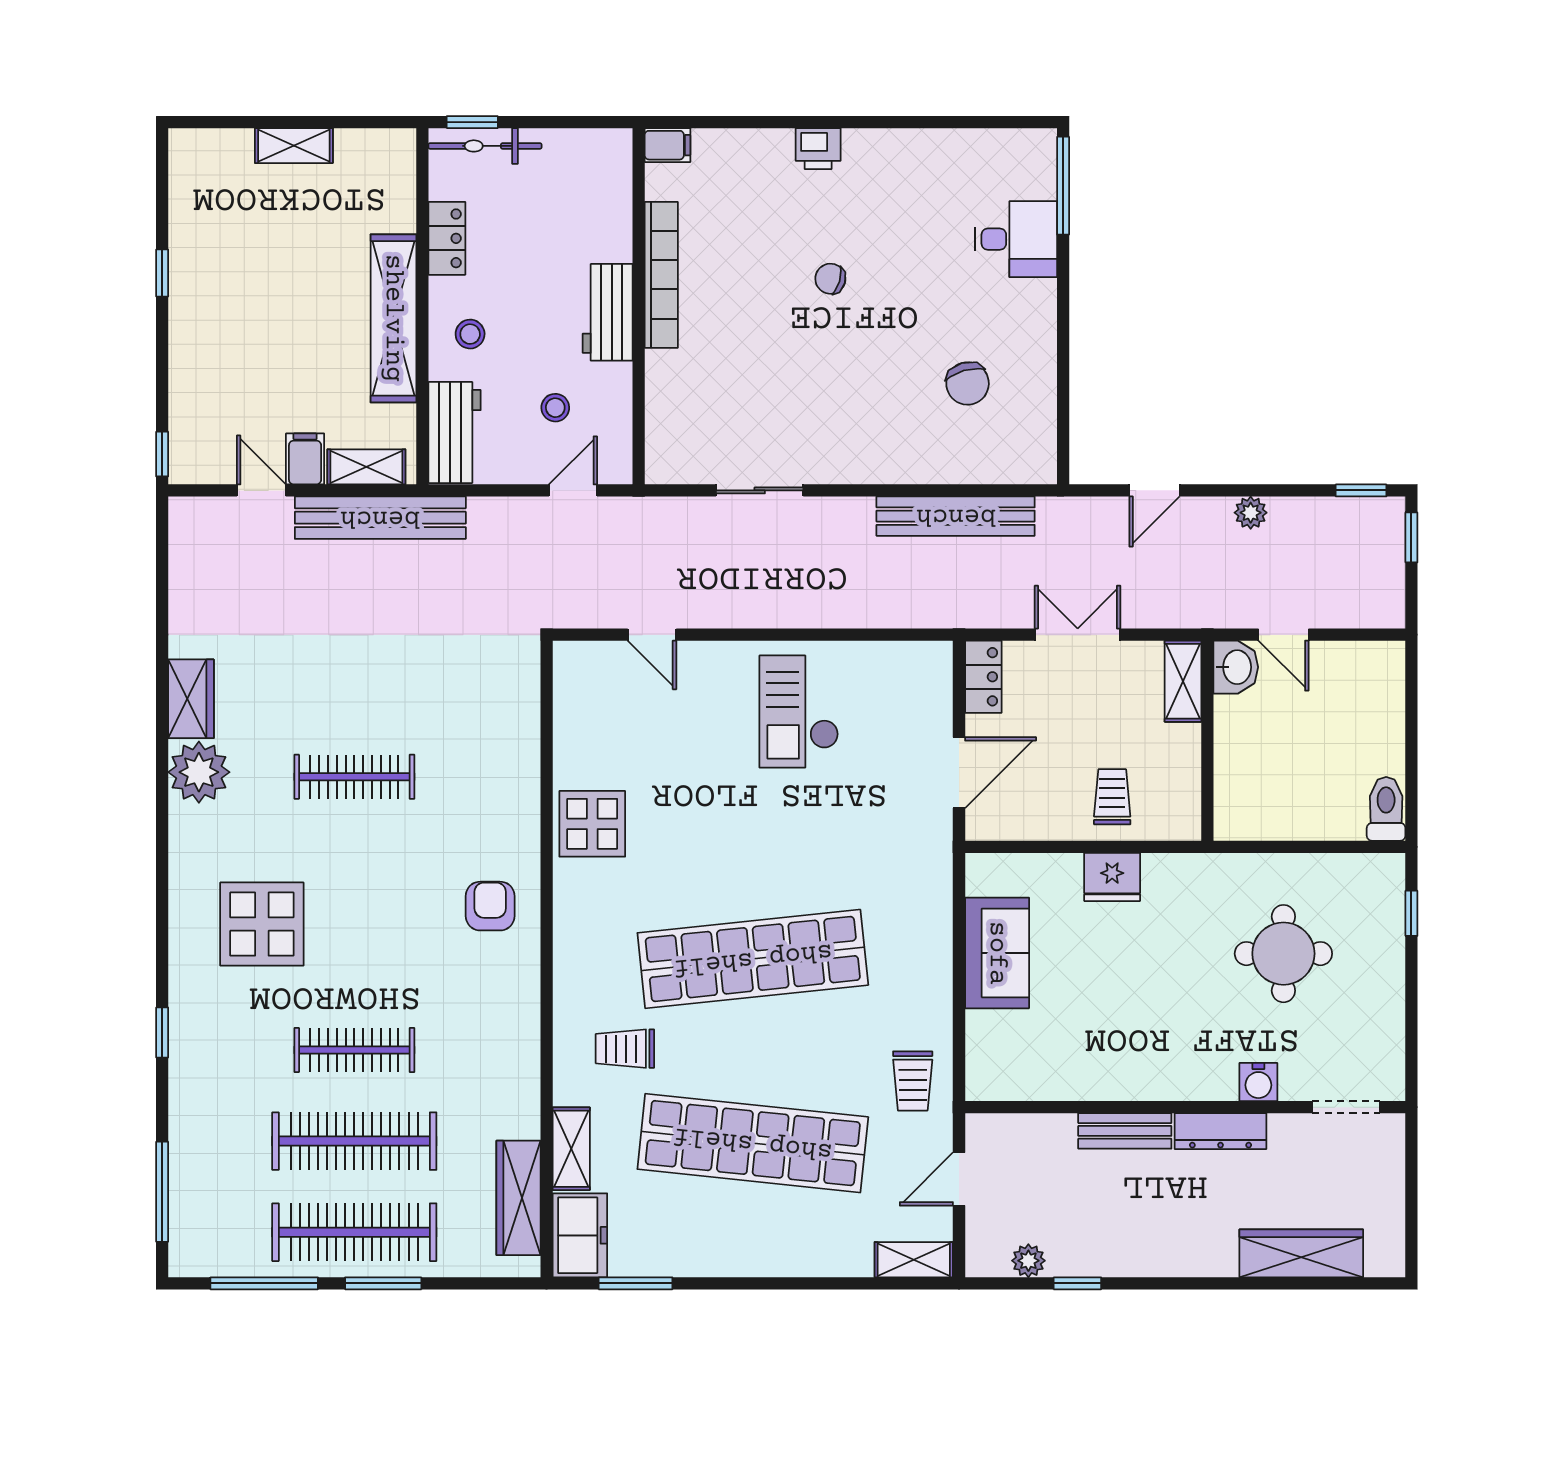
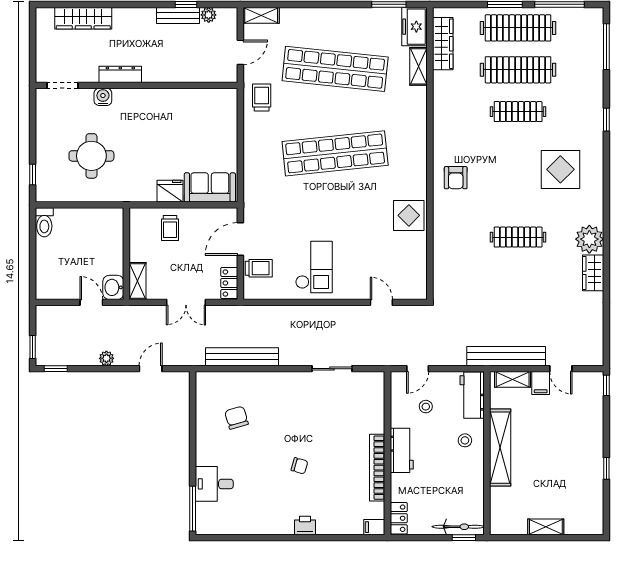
locker: (447, 238) -> (399, 518), moved, turned 180
sofa: (997, 953) -> (210, 187), moved, turned 90
trolley: (625, 1049) -> (259, 268), moved
bench: (1125, 1131) -> (178, 15), moved

